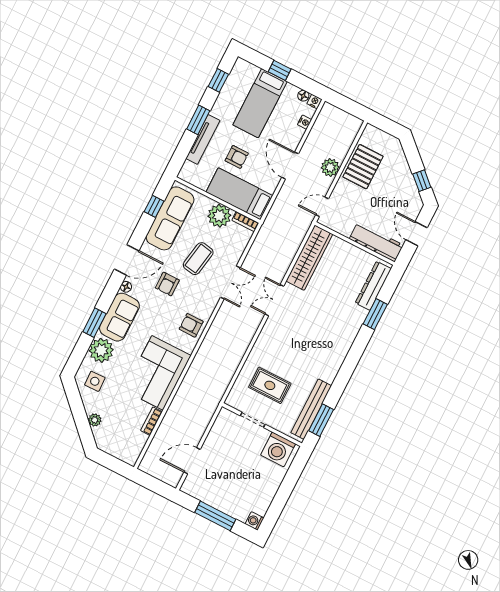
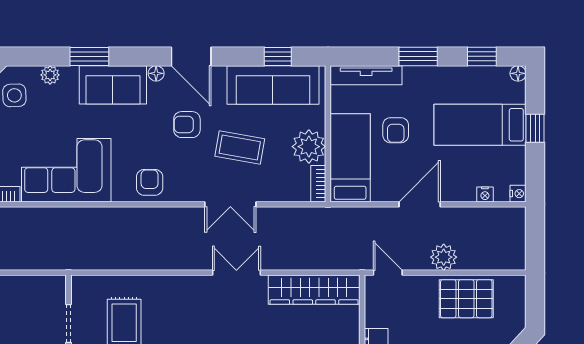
floor lamp: (303, 96) -> (518, 73), moved
tv unit: (203, 139) -> (366, 75), moved
plant: (101, 350) -> (50, 75), width x0.53, depth x0.53

